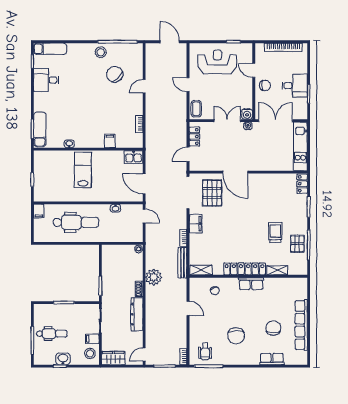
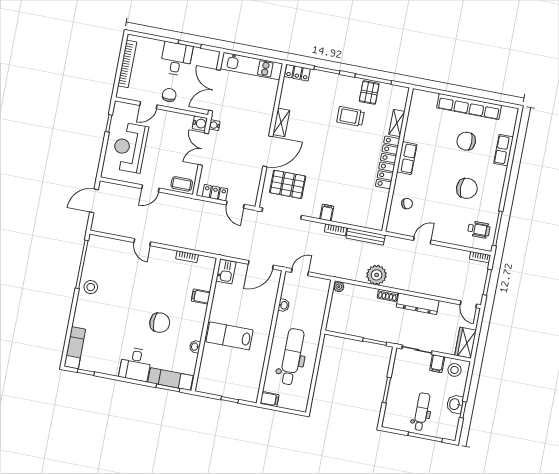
chair: (115, 74) -> (160, 323), moved, turned -137
desk: (46, 80) -> (135, 364), moved
filing cabinet: (196, 224) -> (327, 213), width x0.50
pallet: (297, 244) -> (369, 92), turned 90
shelving: (201, 270) -> (281, 122), moved

